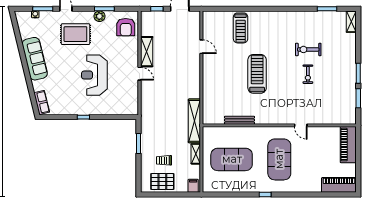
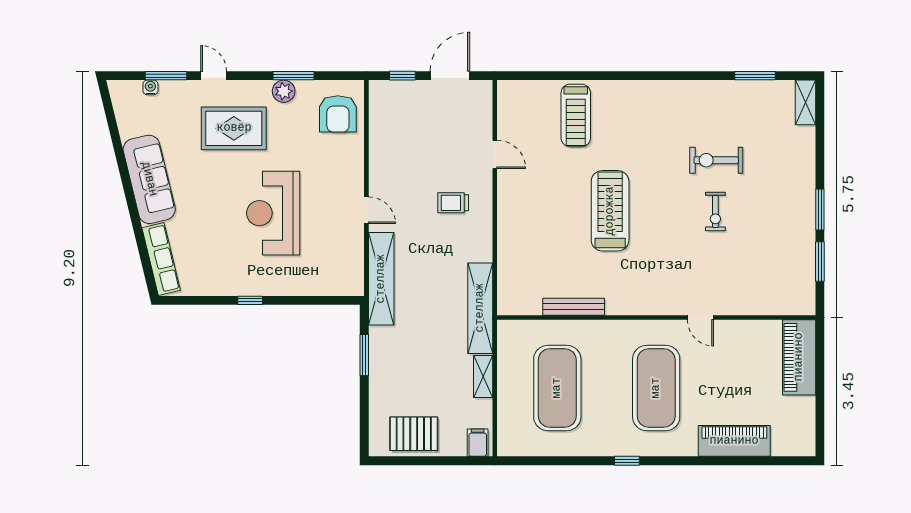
shelving: (147, 52) -> (381, 279), moved, width x1.47
row of seats: (42, 102) -> (161, 259), width x1.48
exercise mat: (232, 159) -> (557, 388), turned 90
trolley: (164, 160) -> (453, 203), moved
piano: (339, 185) -> (734, 441), moved

